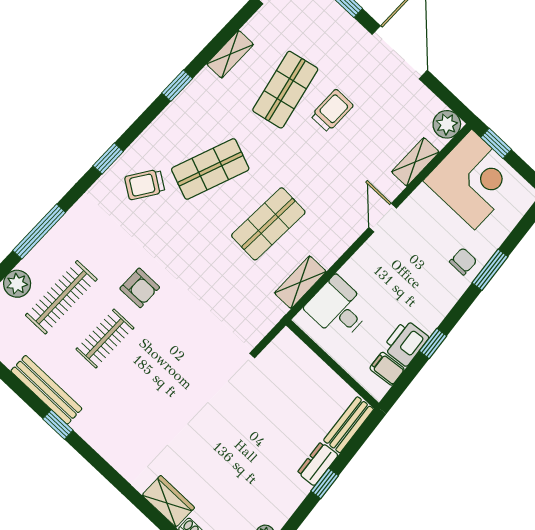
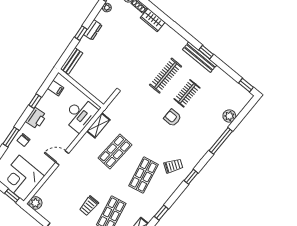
shelving: (415, 162) -> (49, 185), removed
shop shelf: (210, 169) -> (143, 175), turned -33
door: (383, 218) -> (62, 158), swing flipped
clothes rail: (61, 297) -> (166, 76), moved
desk: (338, 309) -> (80, 114), width x1.37
printer: (406, 343) -> (36, 118), moved
bench: (46, 390) -> (200, 57), moved
dresser: (318, 464) -> (93, 30), moved

